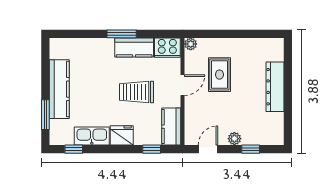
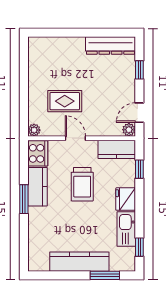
dresser: (275, 87) -> (110, 46), moved
plant: (234, 139) -> (129, 130), moved
door: (208, 149) -> (139, 113), hinge flipped

